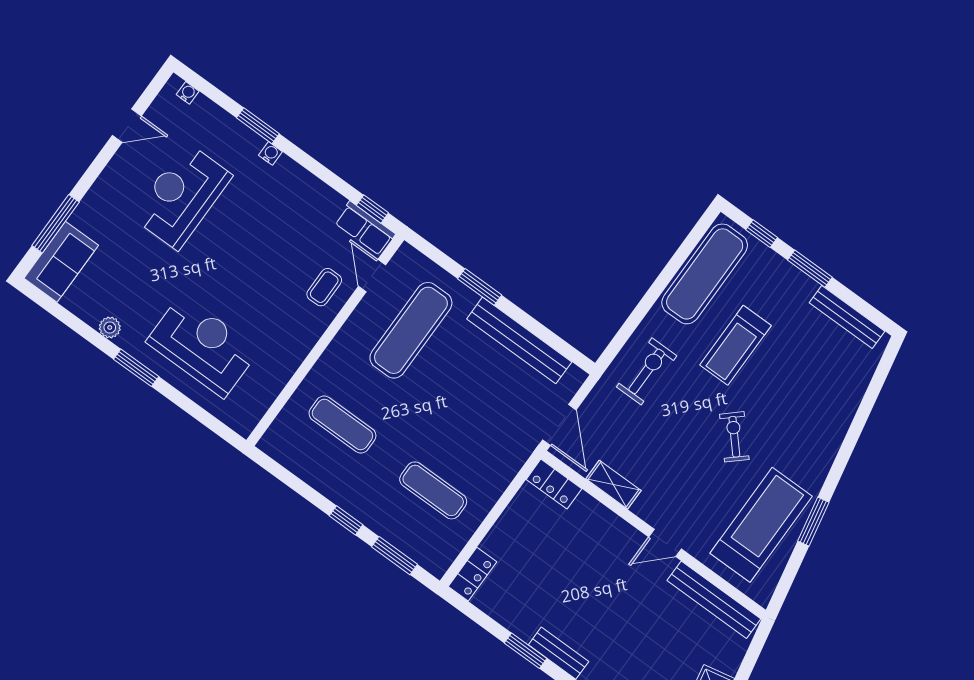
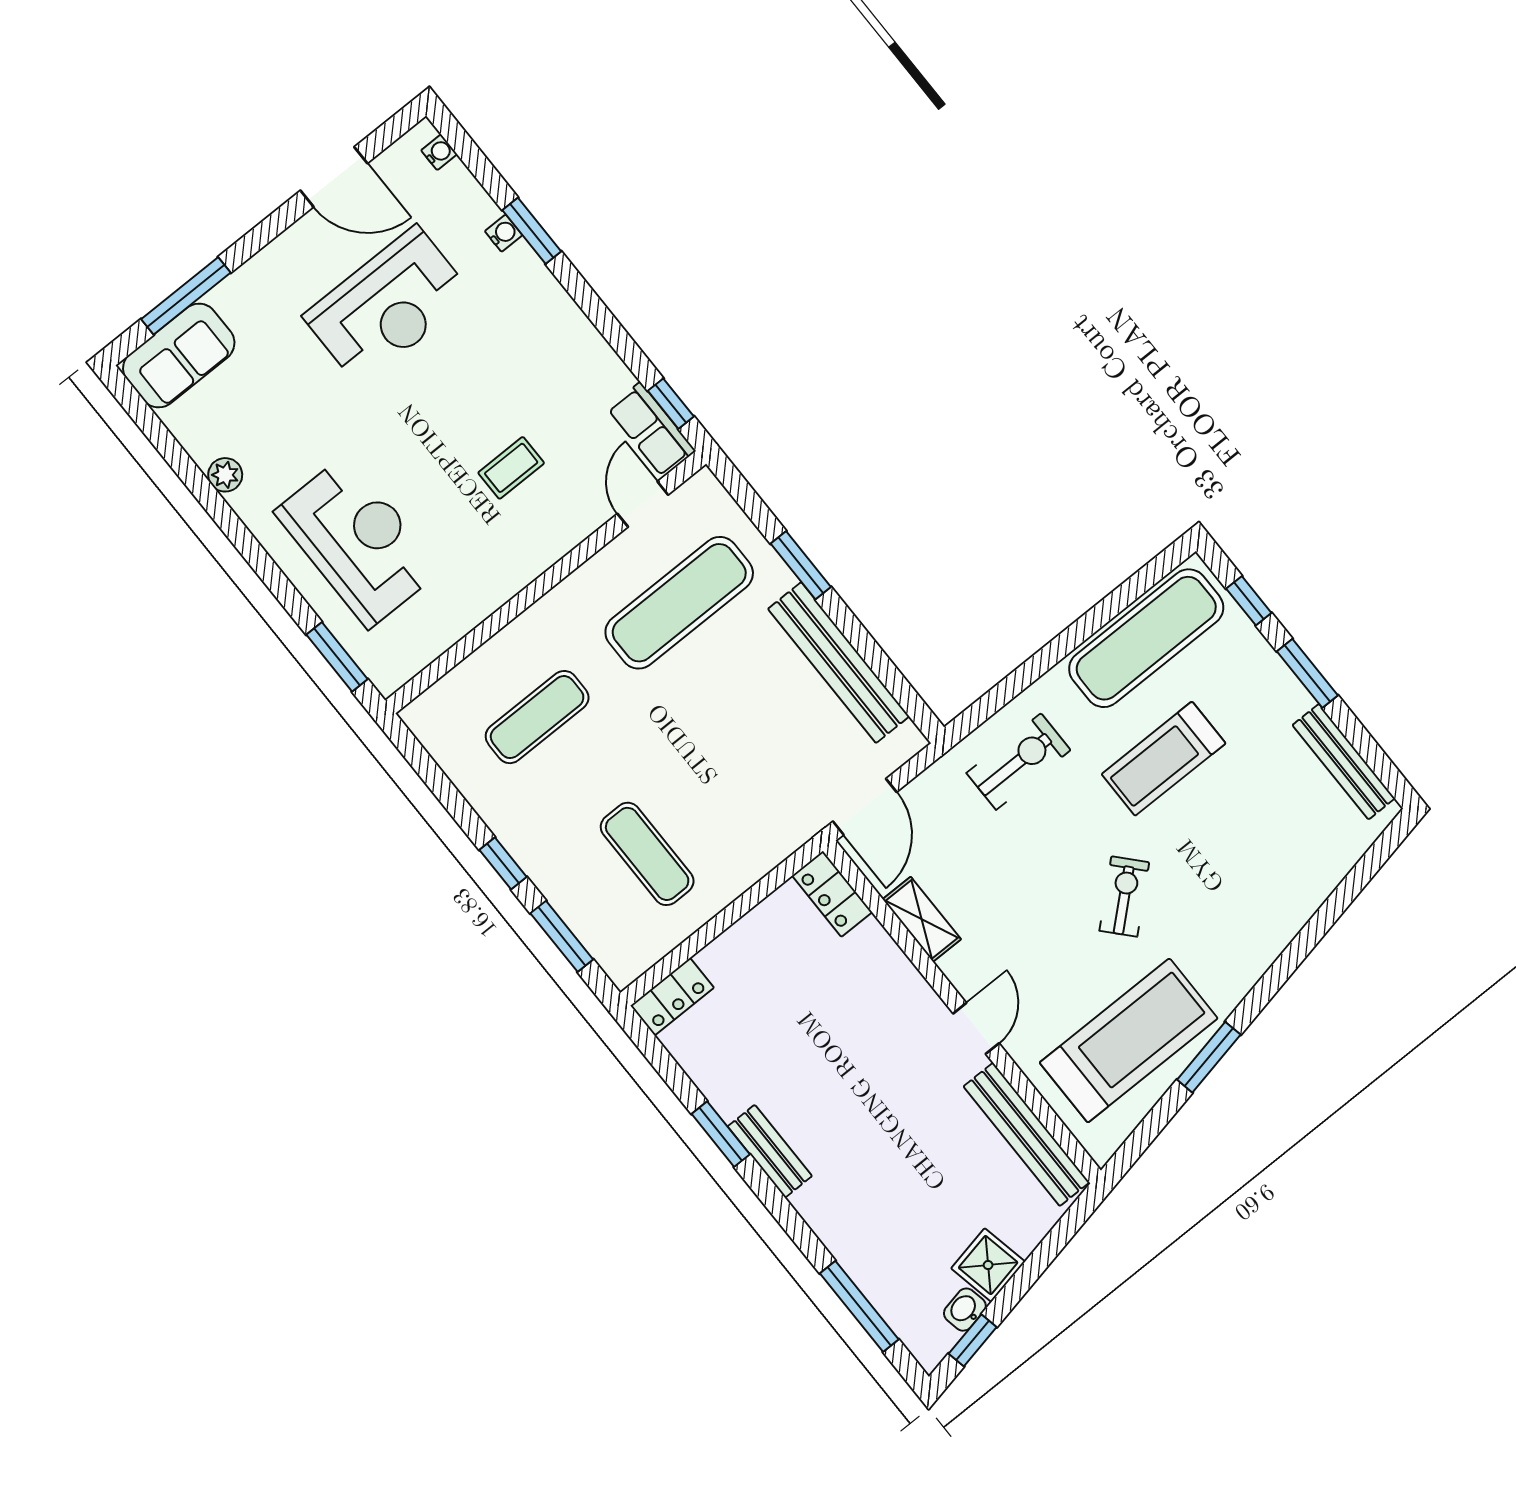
door: (127, 126) -> (334, 177), width x1.38
water cooler: (270, 153) -> (504, 233), moved
reception desk: (182, 196) -> (388, 306), turned 180
coffee table: (324, 287) -> (511, 468), moved
window: (136, 368) -> (337, 657), moved
exercise mat: (342, 424) -> (537, 717), turned 90
door: (665, 543) -> (976, 1028), swing flipped

